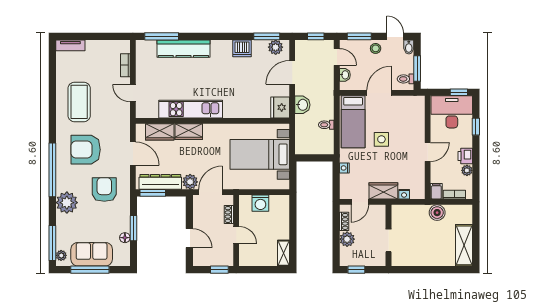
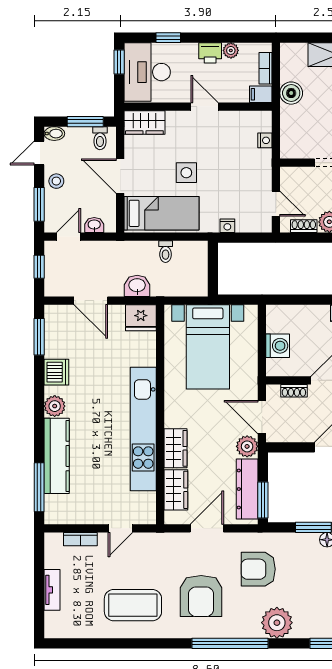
tv unit: (70, 45) -> (52, 590), moved
plant: (276, 47) -> (55, 406), moved
kitchen unit: (191, 109) -> (143, 429), width x1.36
wardrobe: (383, 191) -> (144, 122), moved, turned -90

